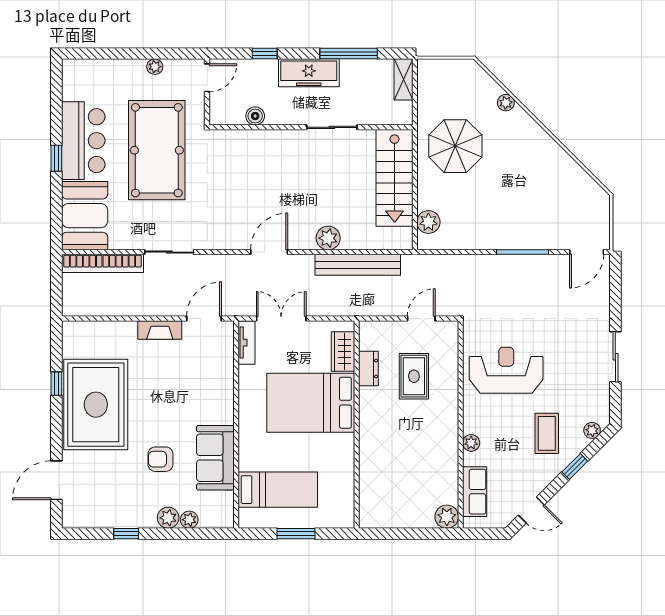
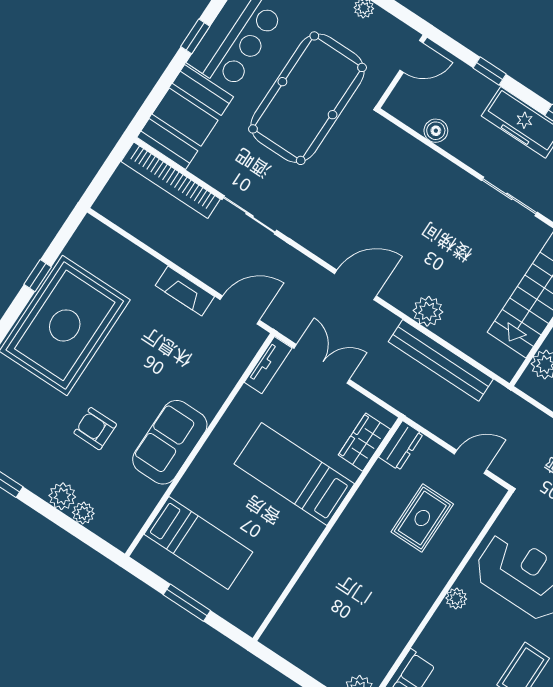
dresser: (368, 369) -> (401, 446), moved
bed: (311, 403) -> (294, 474), width x0.67
plant: (471, 443) -> (456, 598), moved
sofa: (215, 458) -> (170, 442), moved

